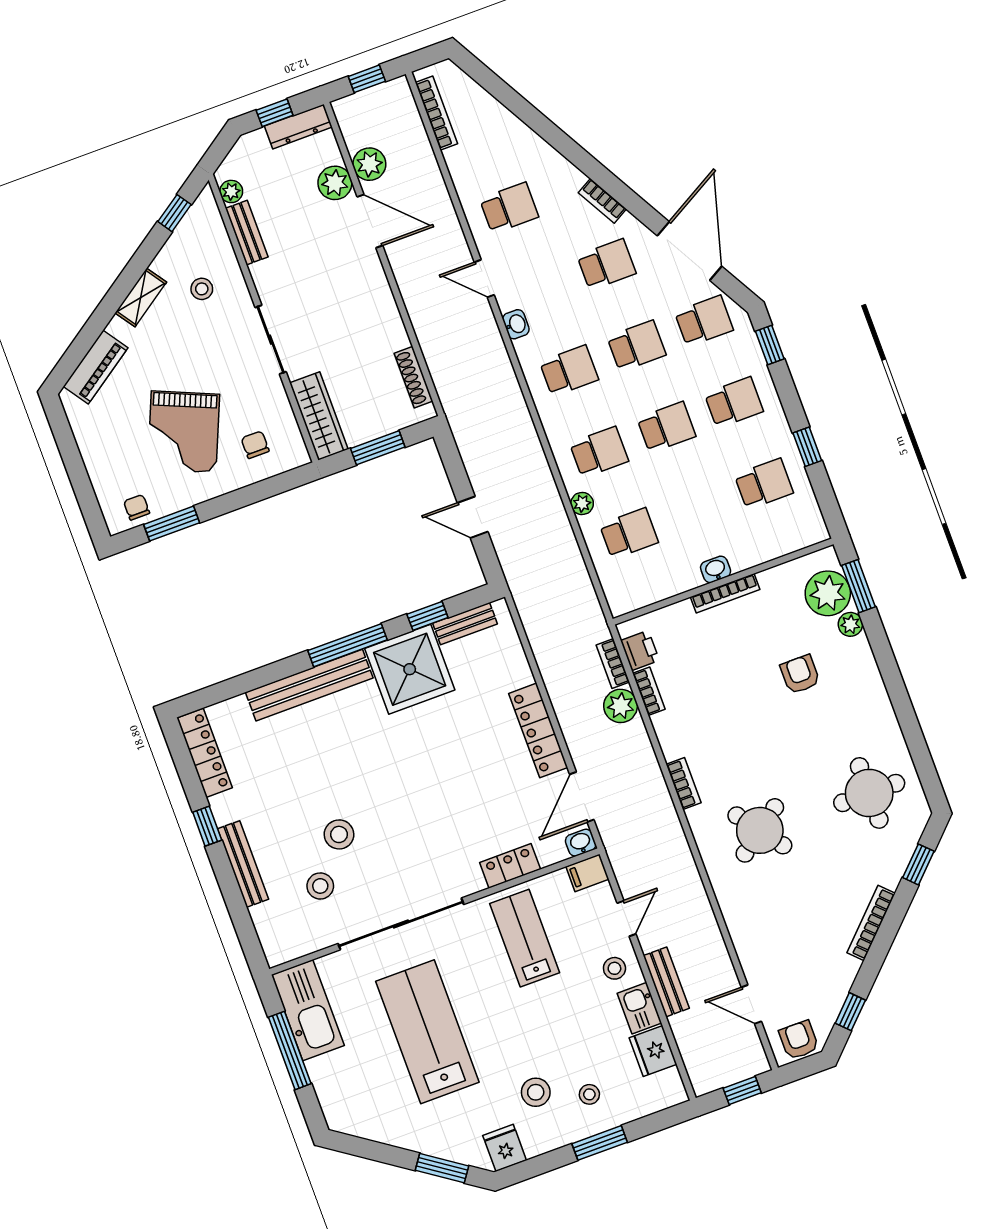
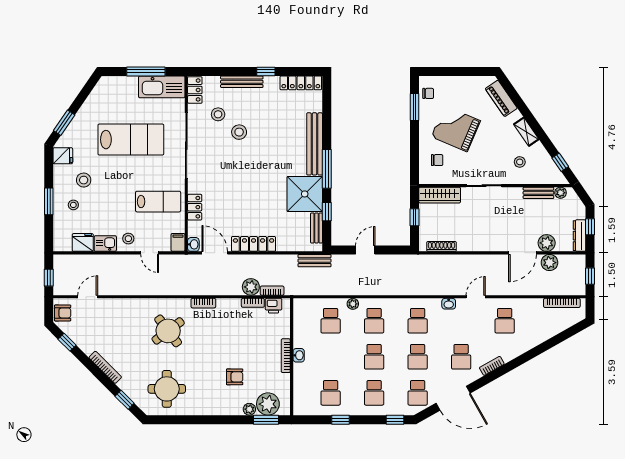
window: (378, 448) -> (414, 217), width x0.67
locker: (291, 946) -> (195, 90), added
bench: (666, 982) -> (315, 261), moved

